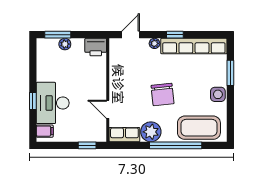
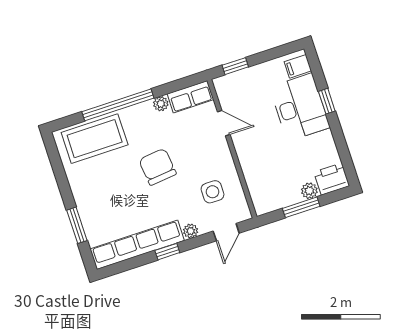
window: (58, 35) -> (301, 207), moved
printer: (96, 47) -> (332, 179), moved
side table: (218, 94) -> (212, 192), moved
plant: (151, 132) -> (161, 104), width x0.53, depth x0.53

